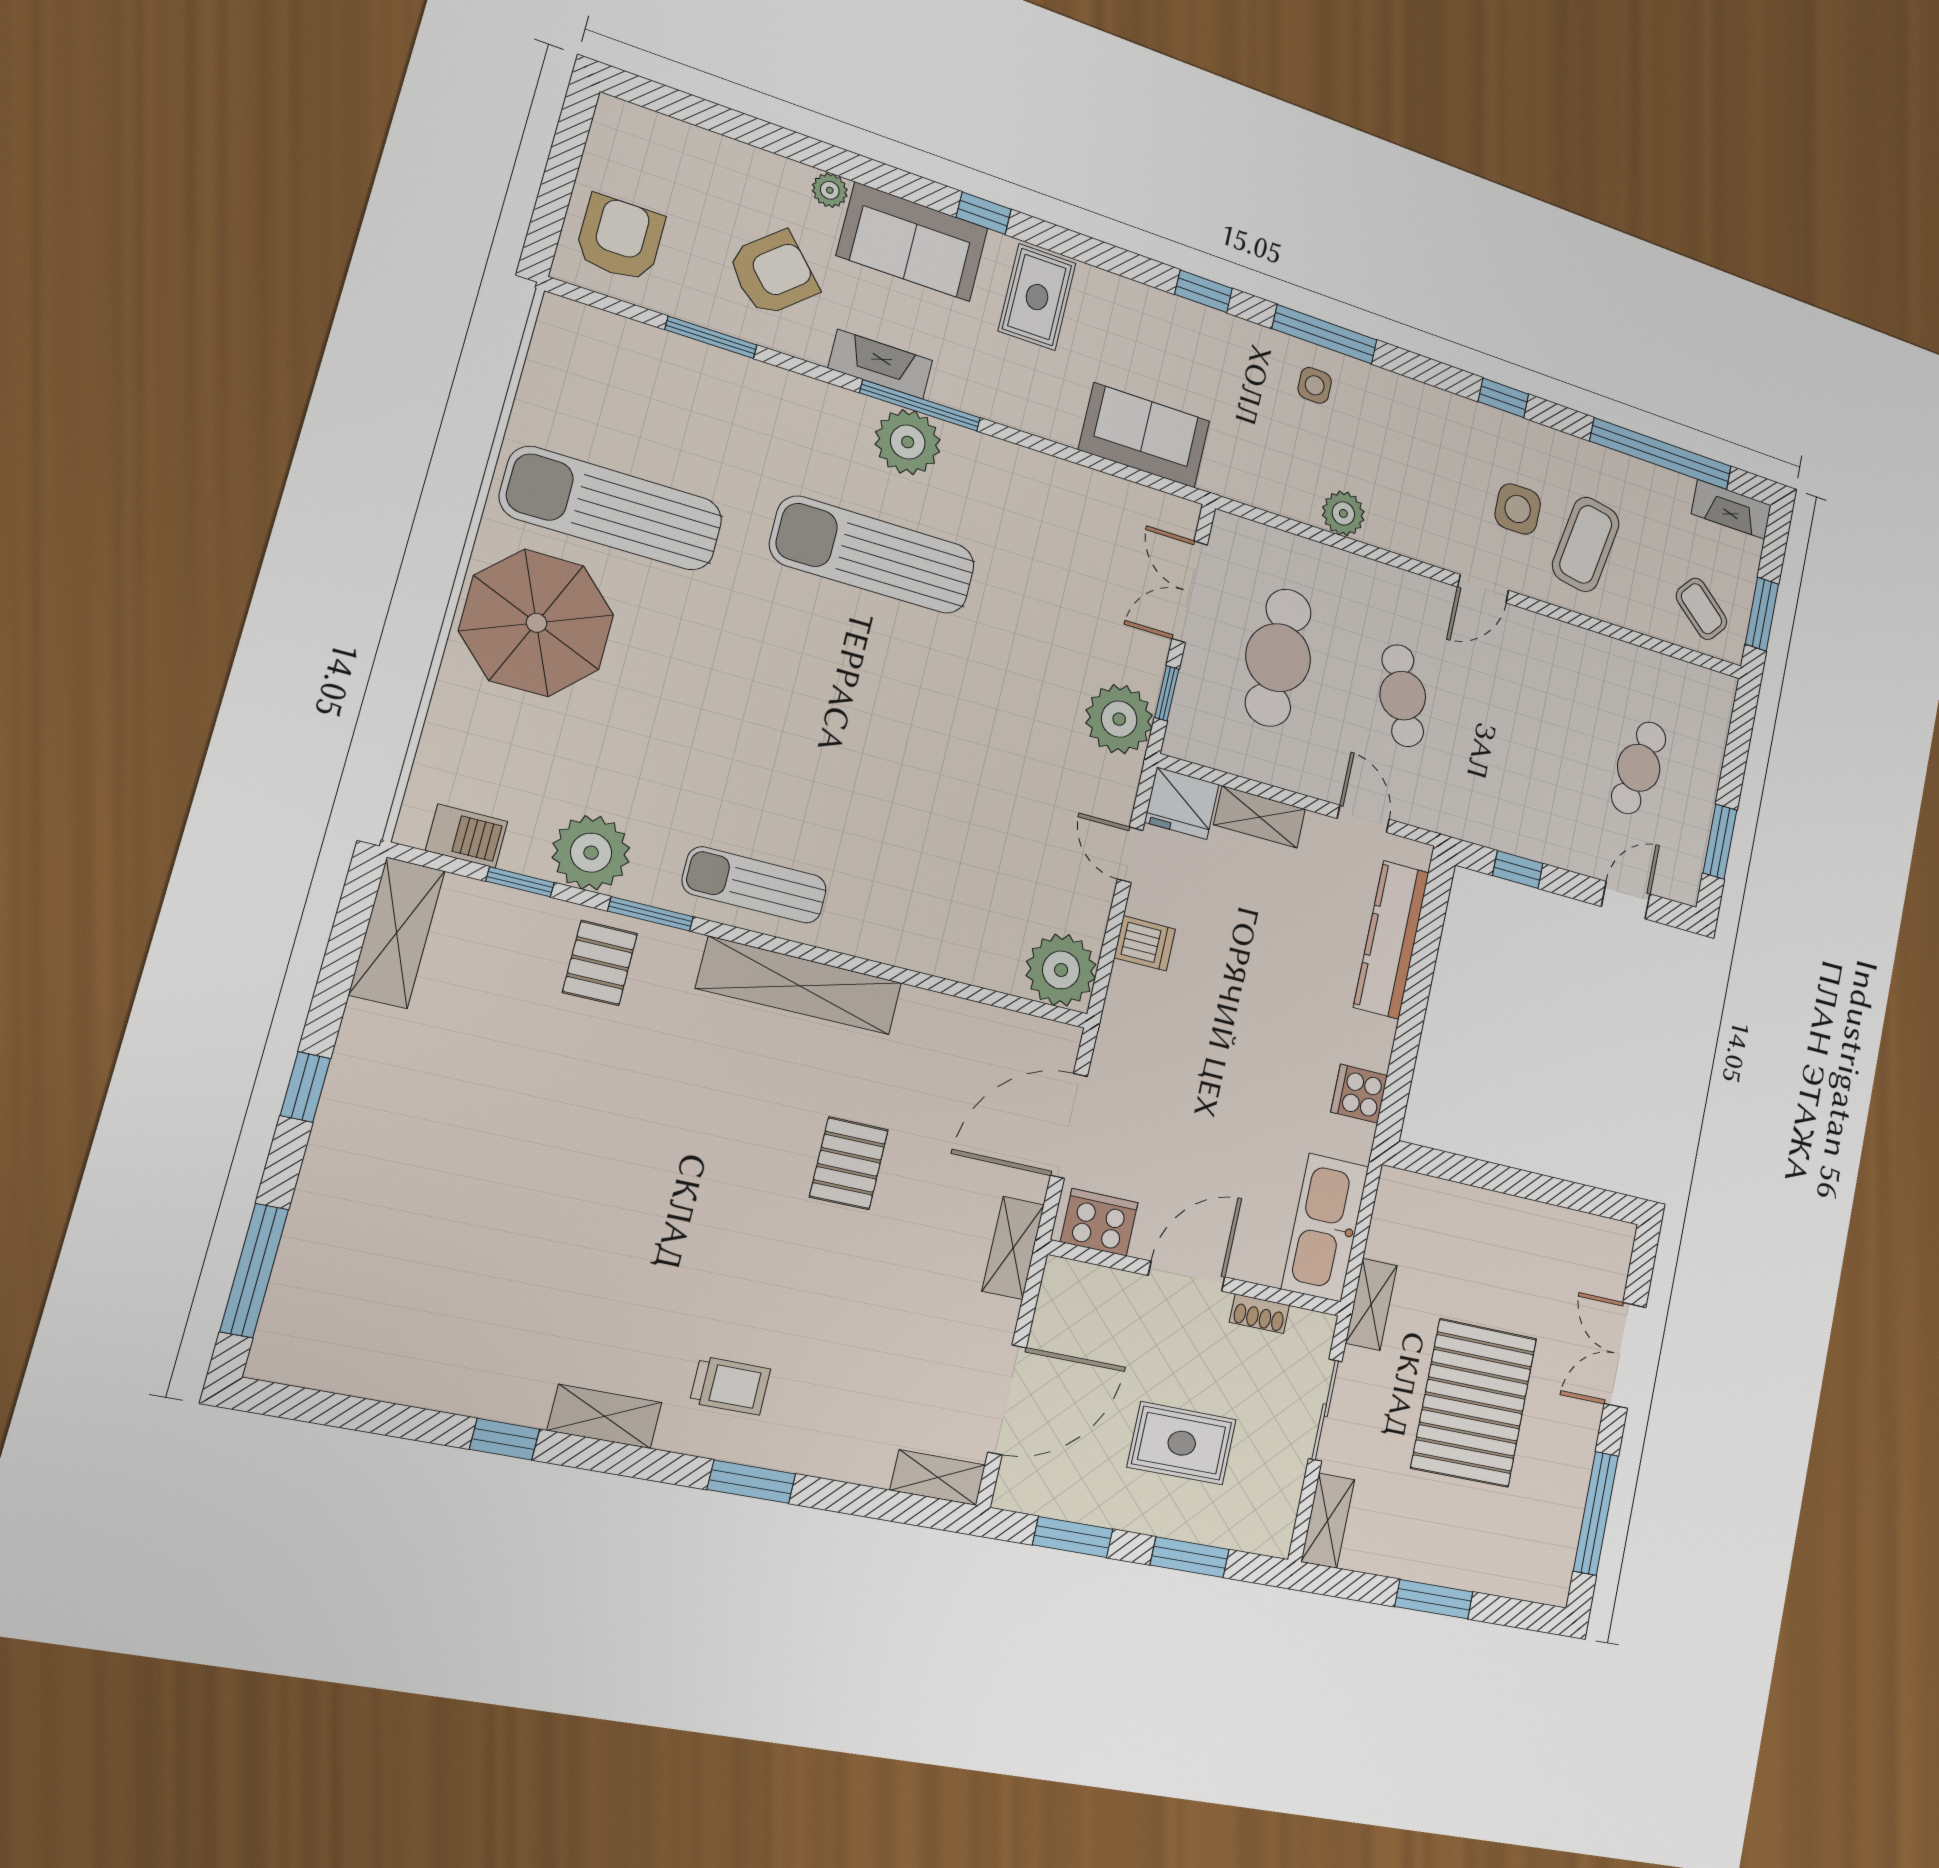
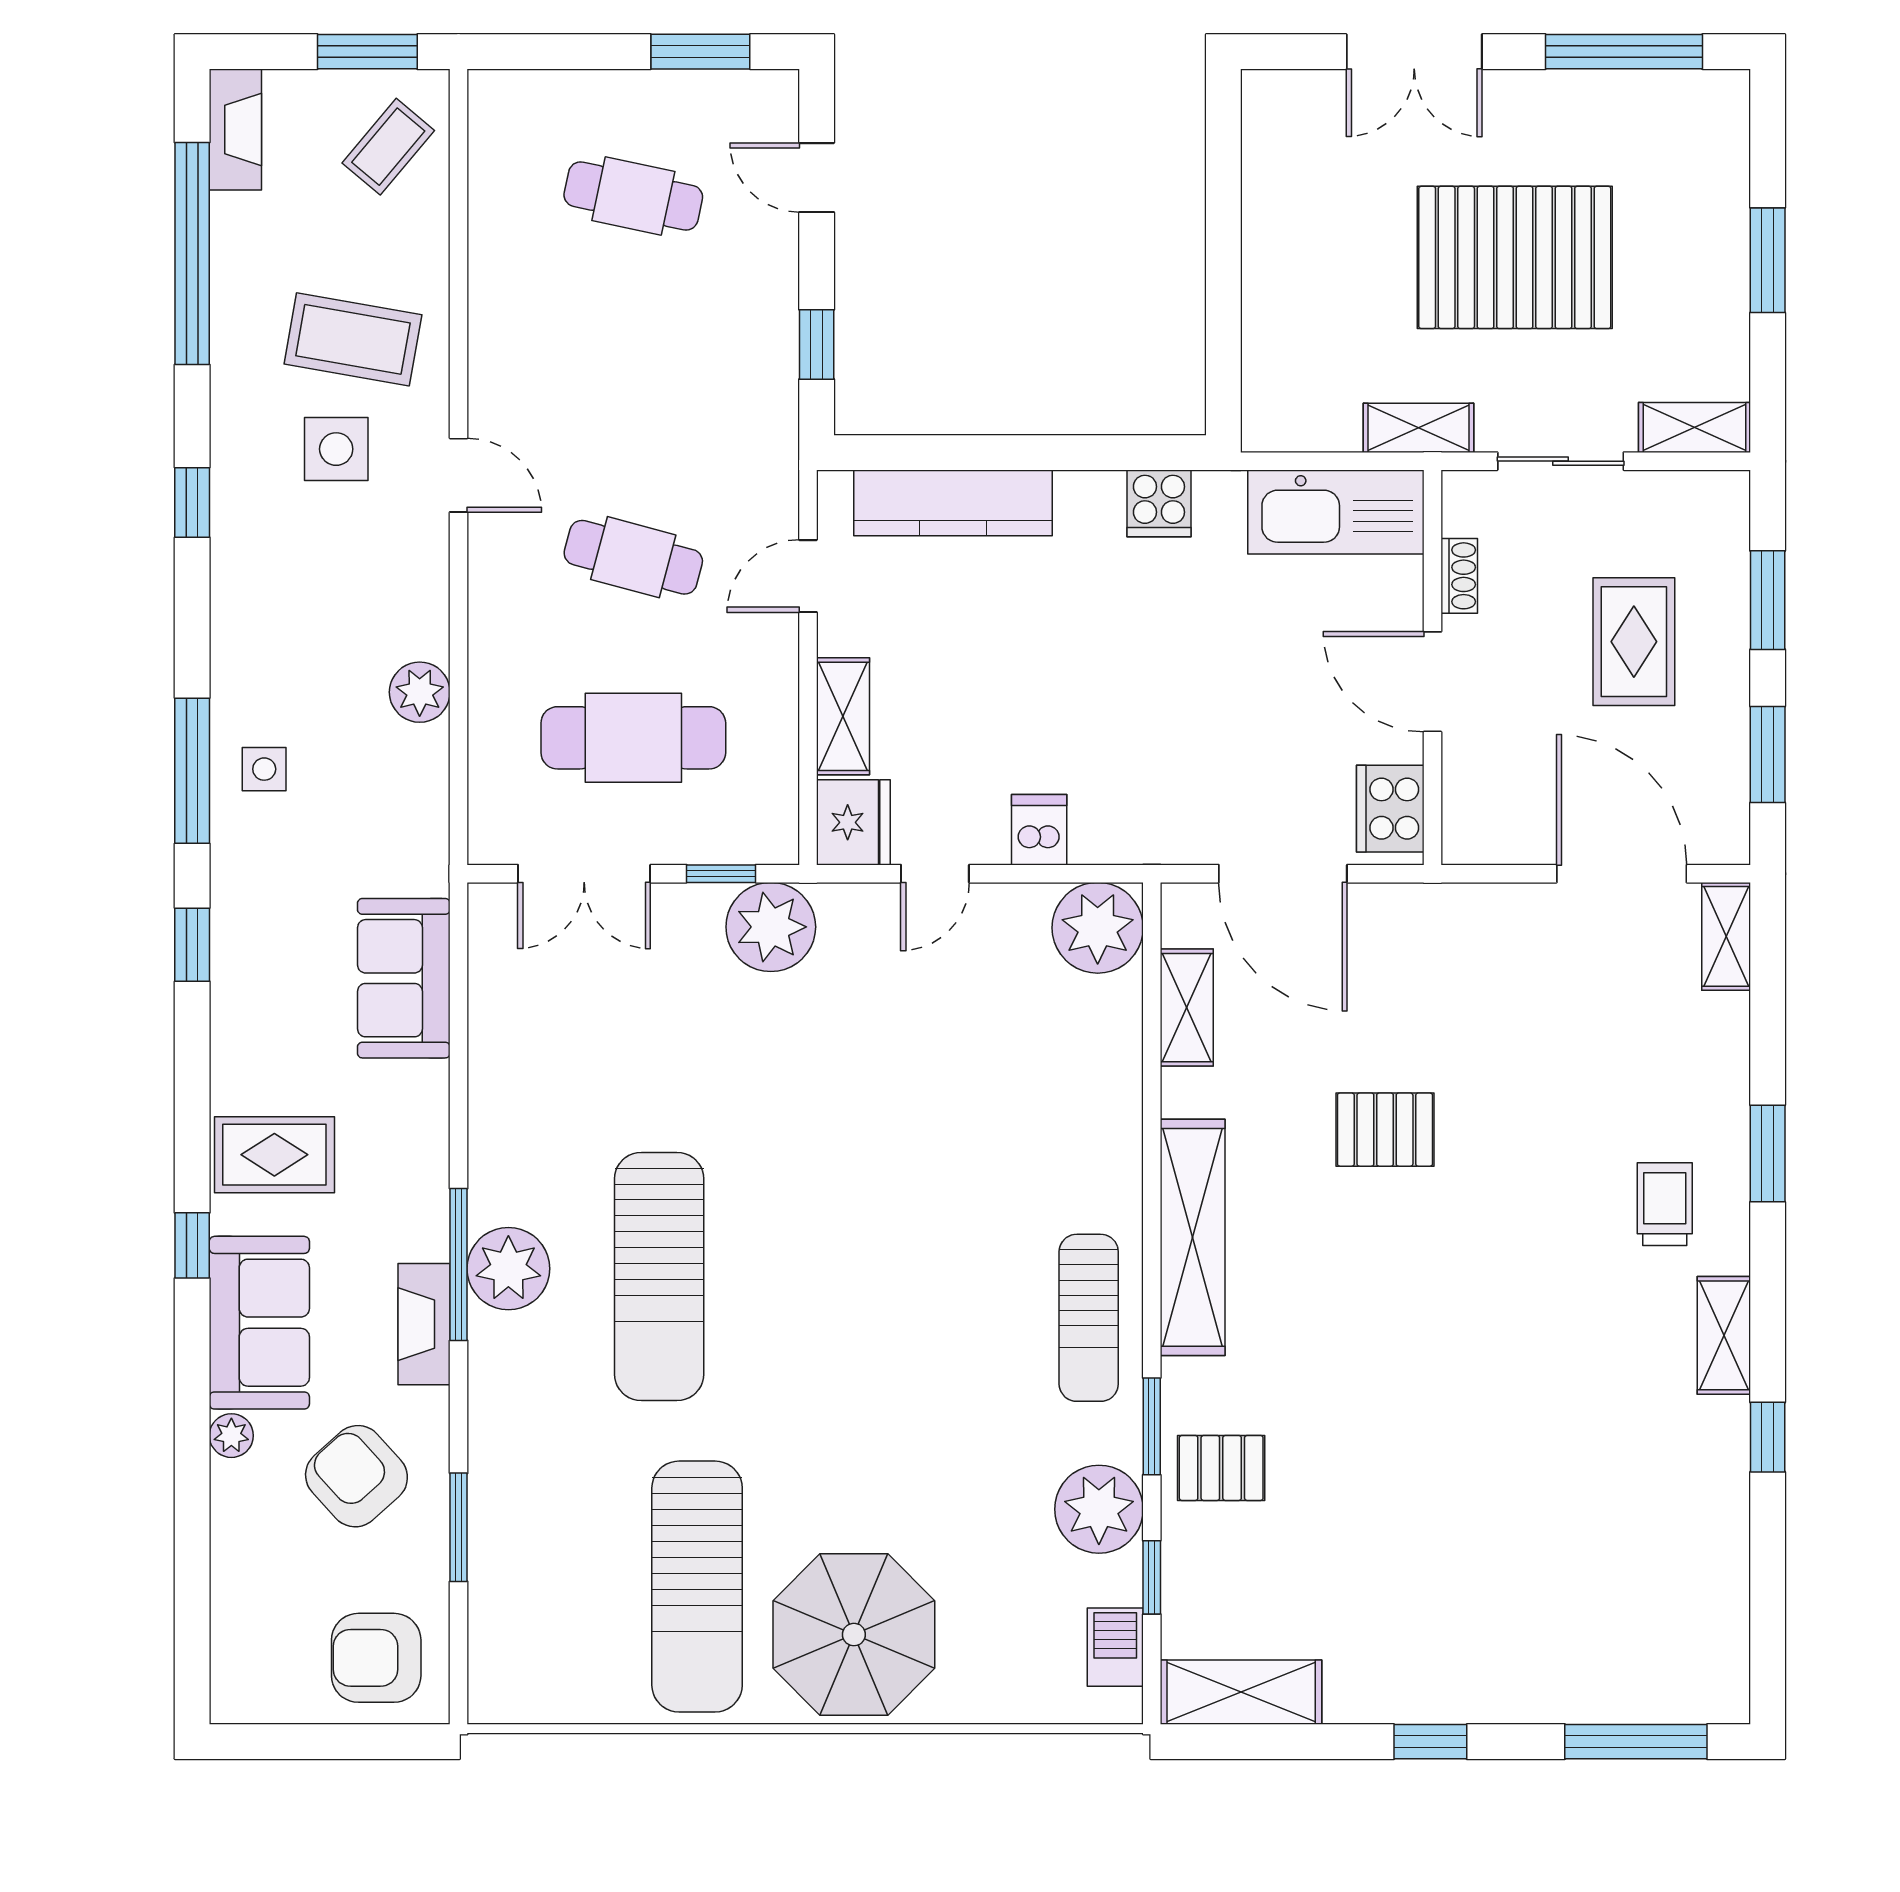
cafe table: (1403, 696) -> (633, 557), turned 36
shelving: (1013, 1248) -> (1187, 1008), moved, turned 90

